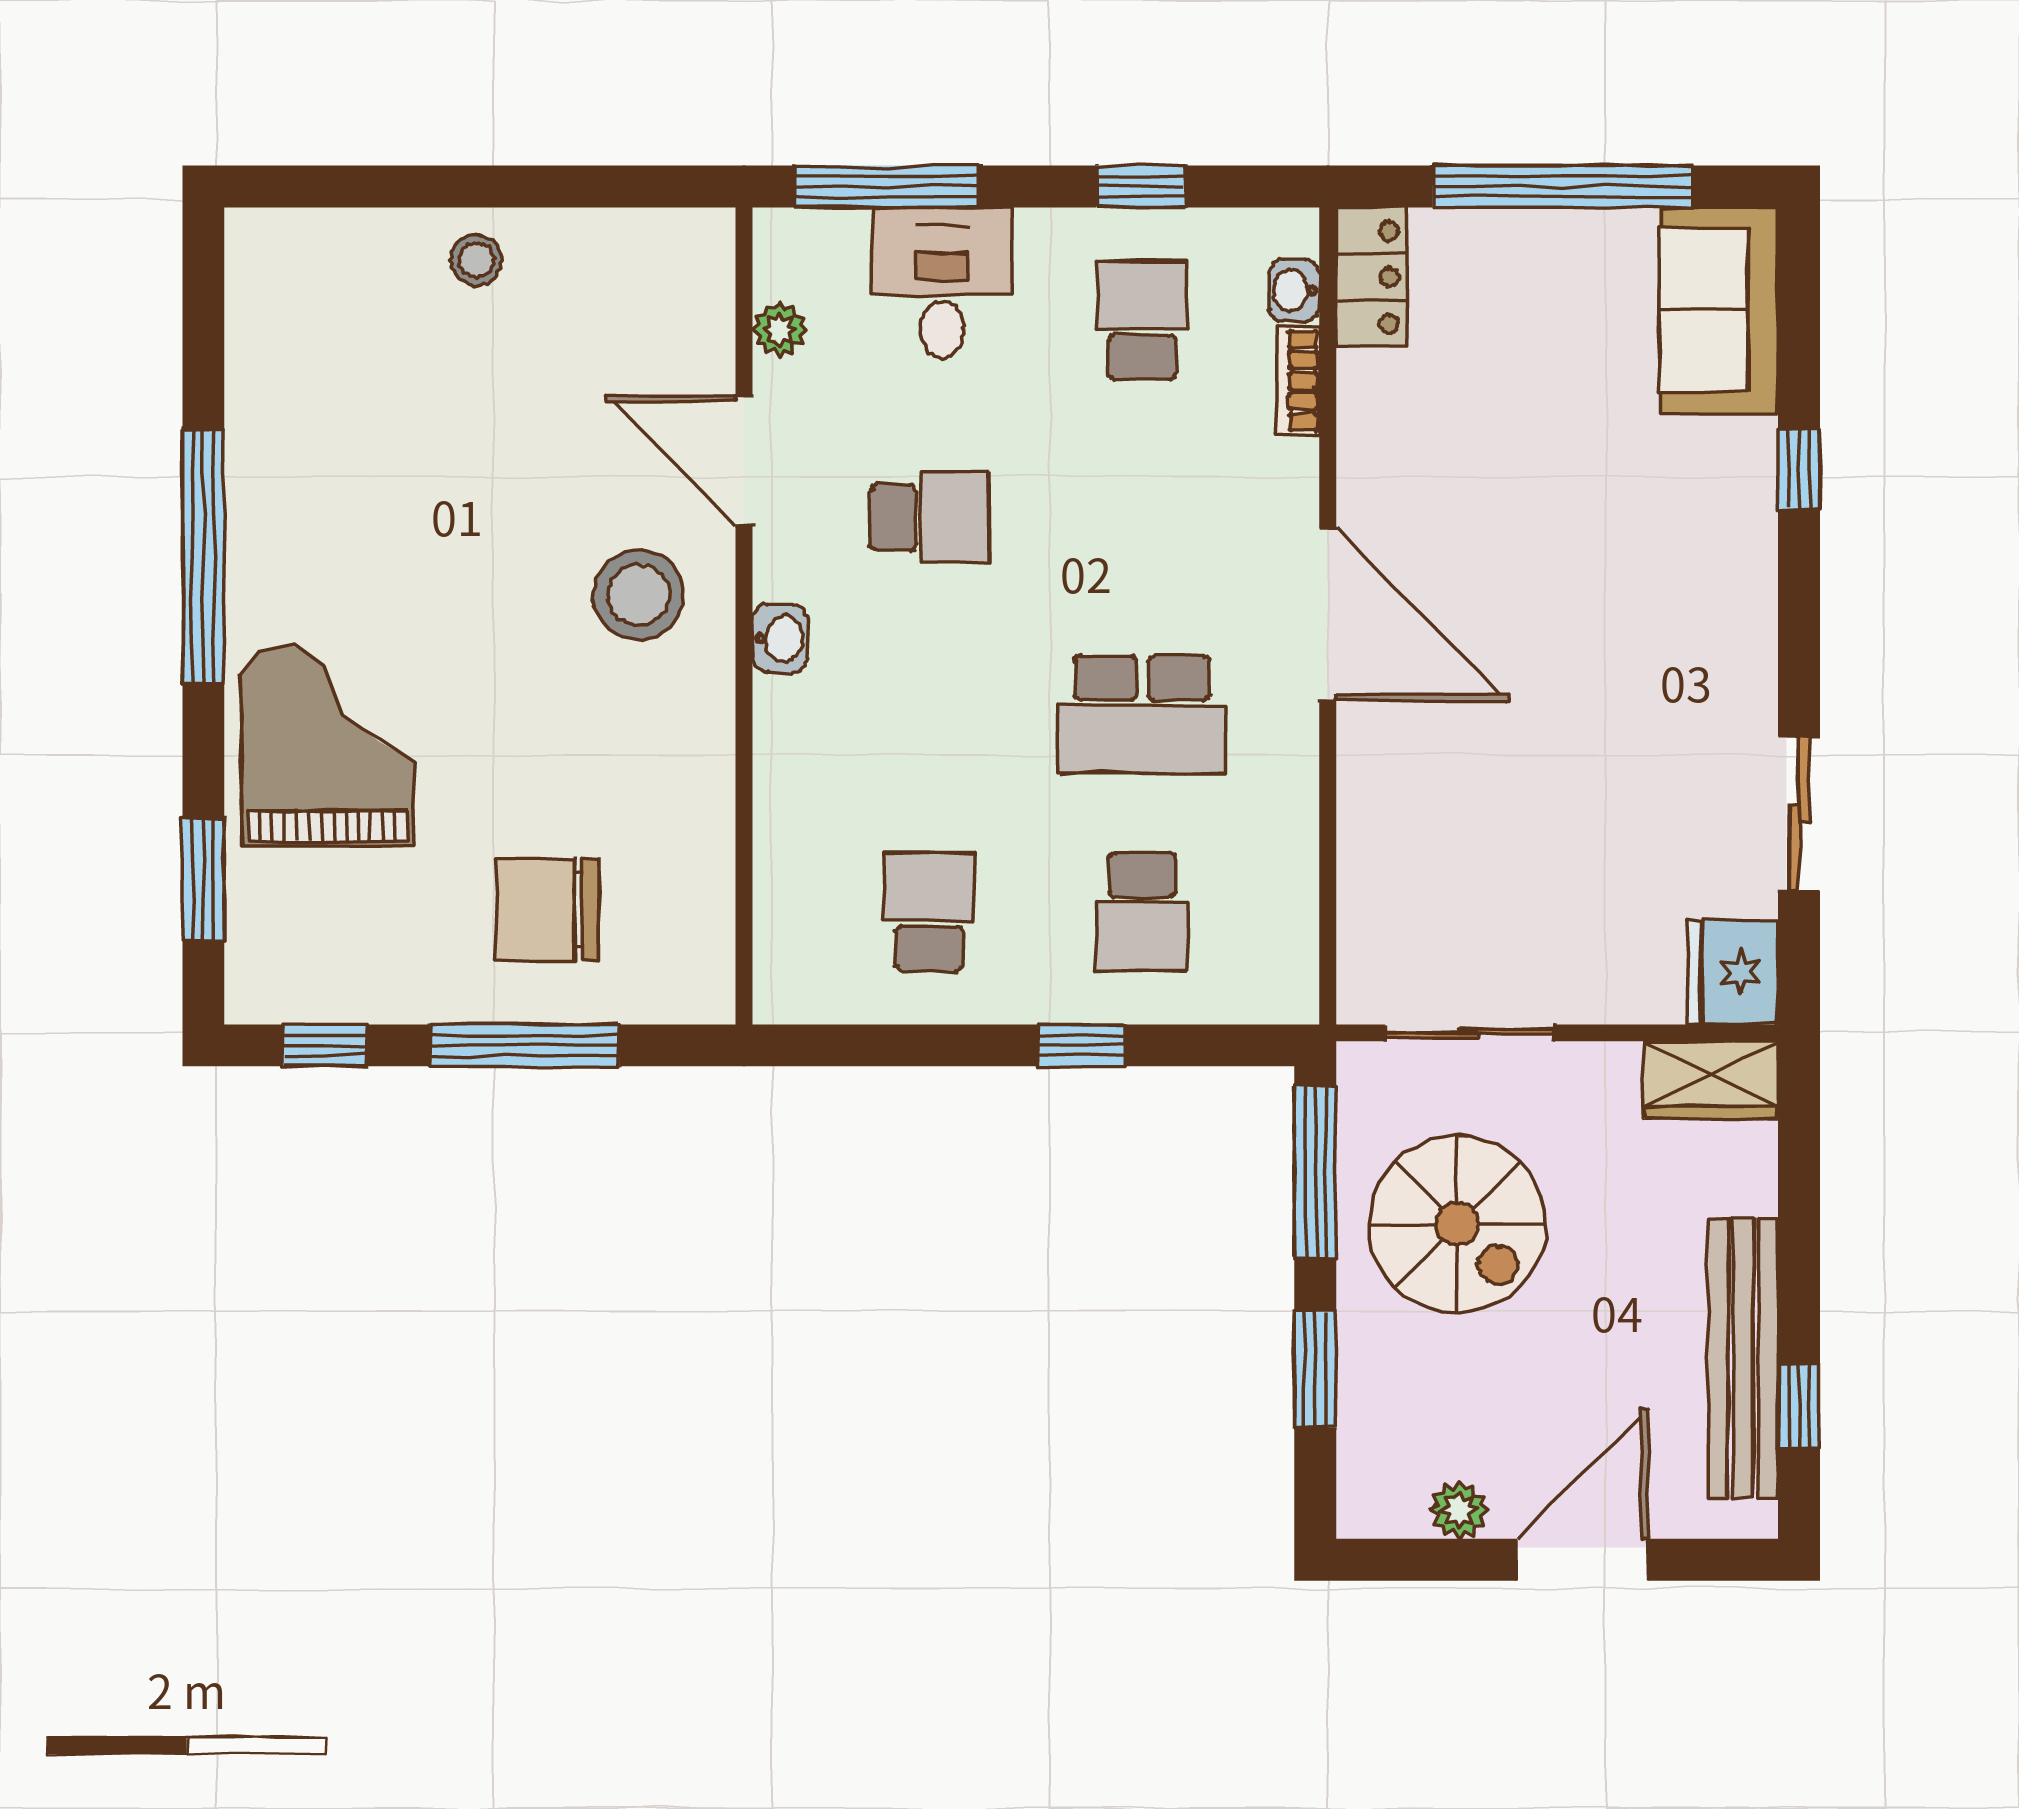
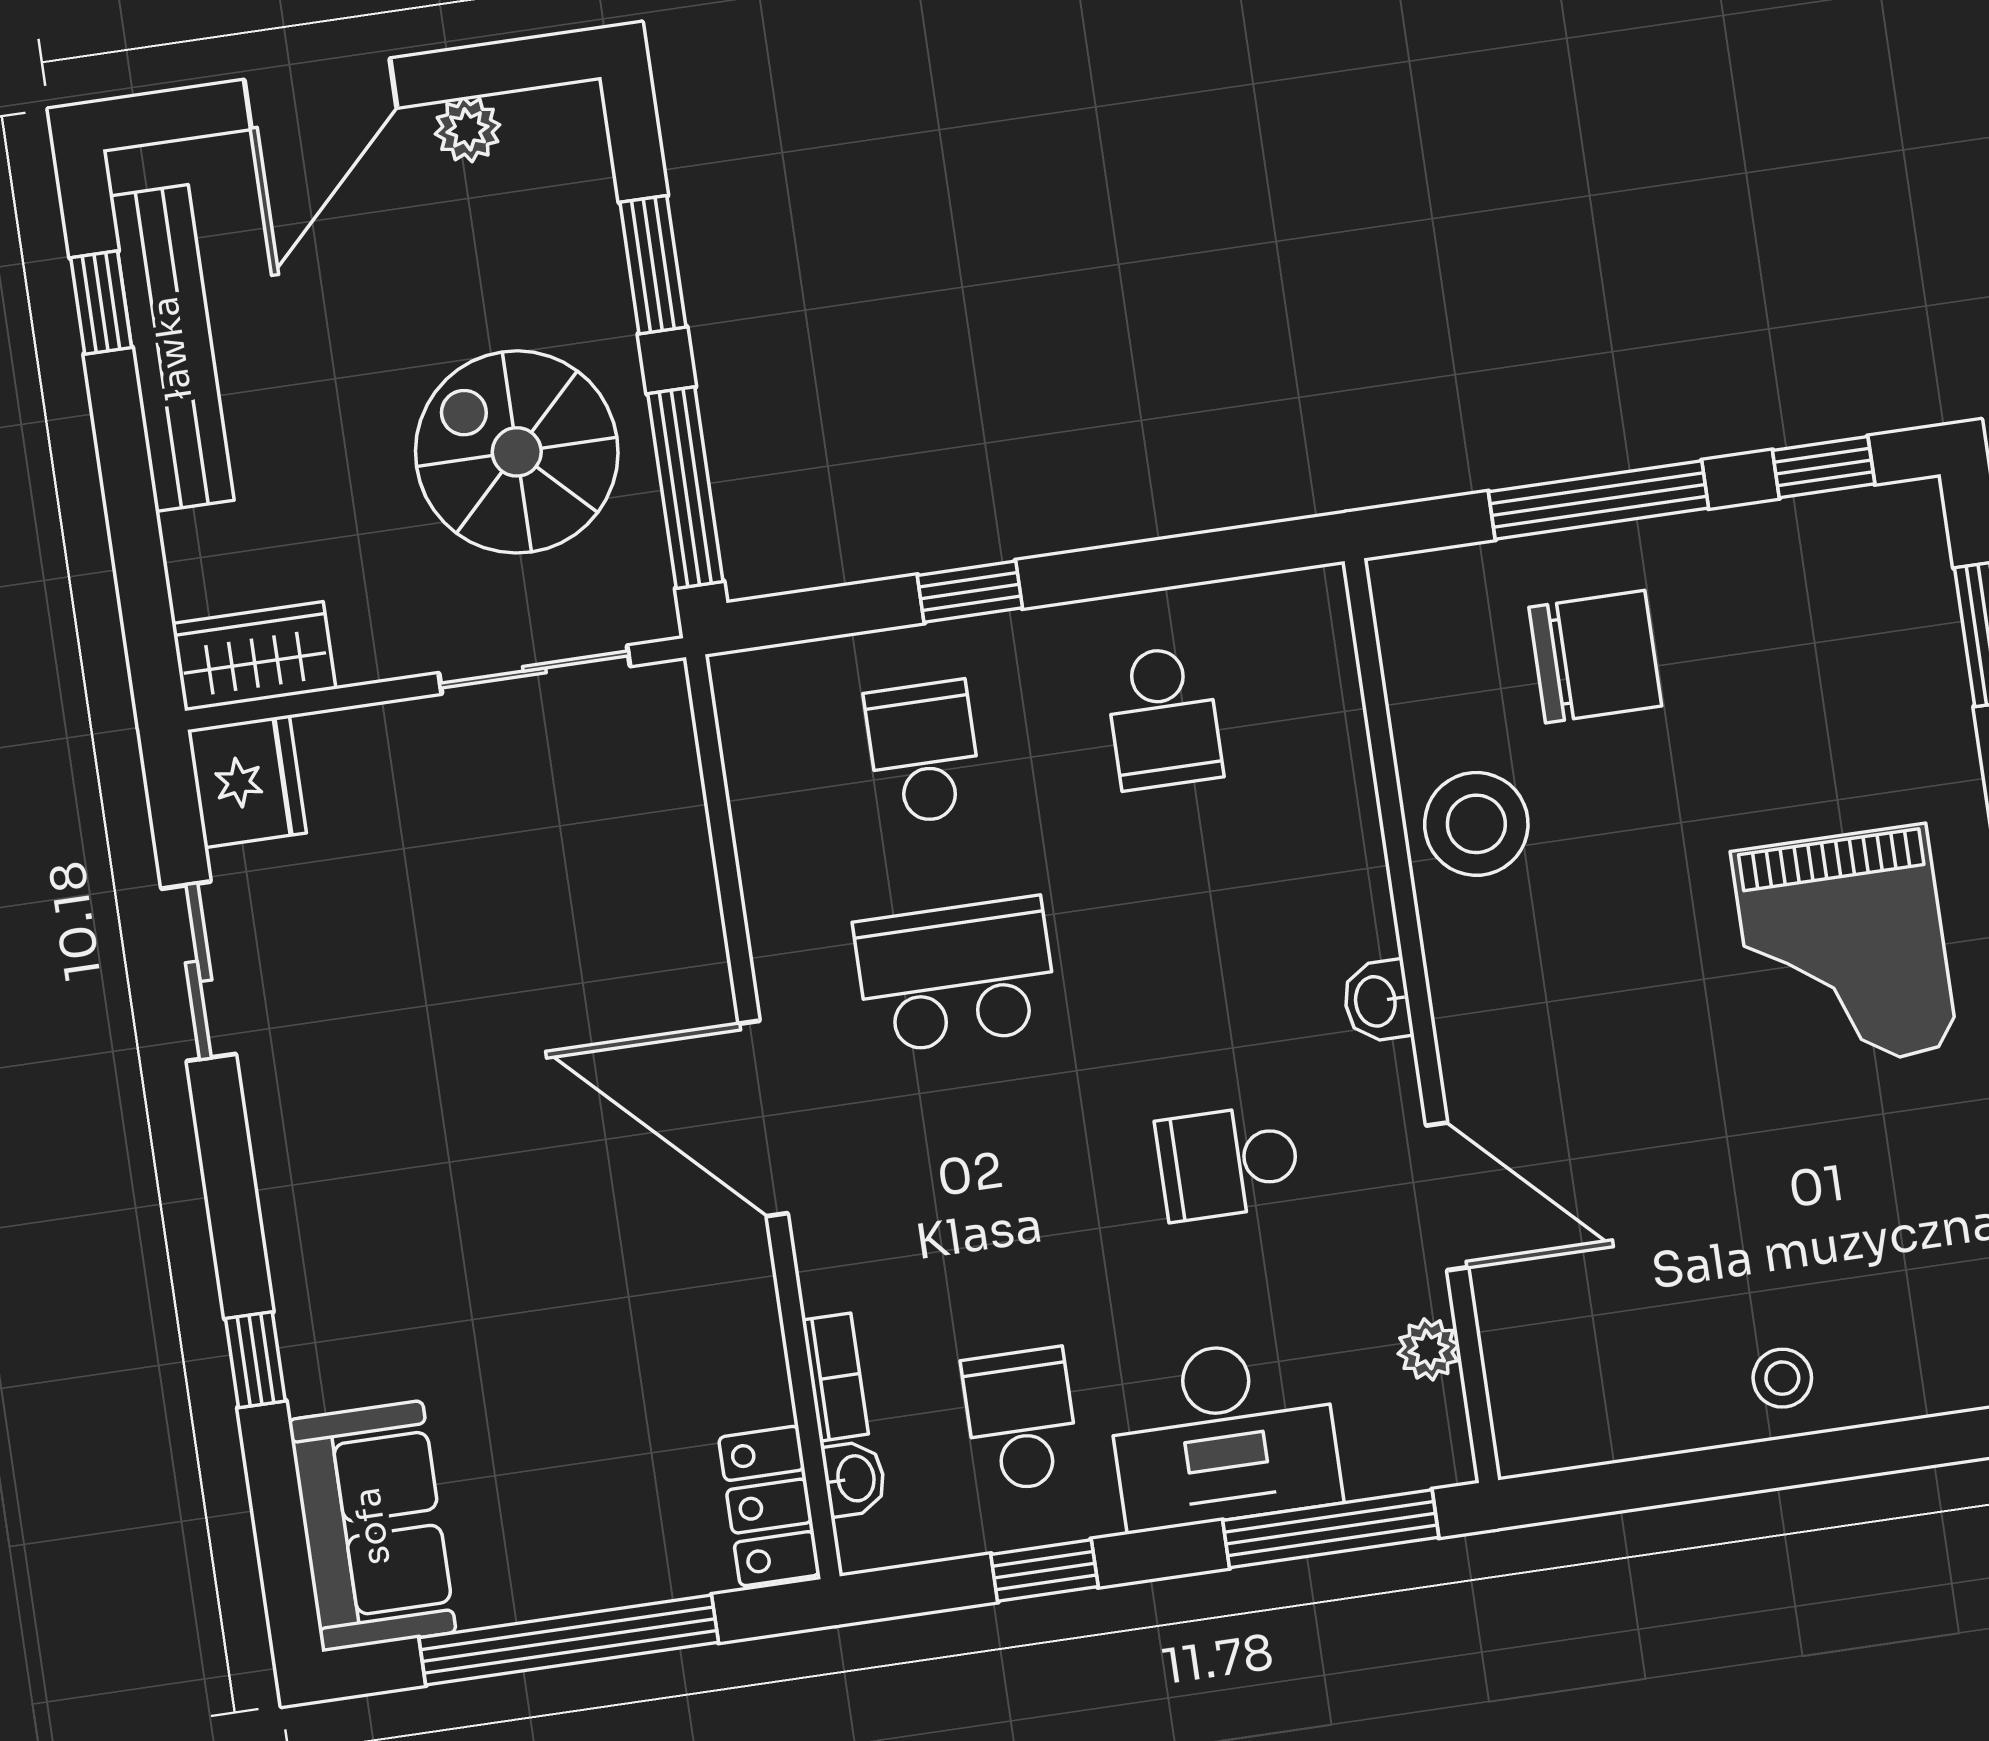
desk: (942, 283) -> (1223, 1433), width x1.37
school desk: (1142, 320) -> (1021, 1420), turned 180
stool: (638, 595) -> (1476, 824), moved
grand piano: (328, 746) -> (1844, 950), moved

